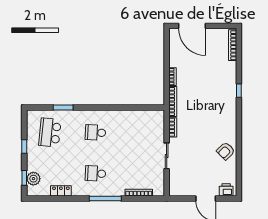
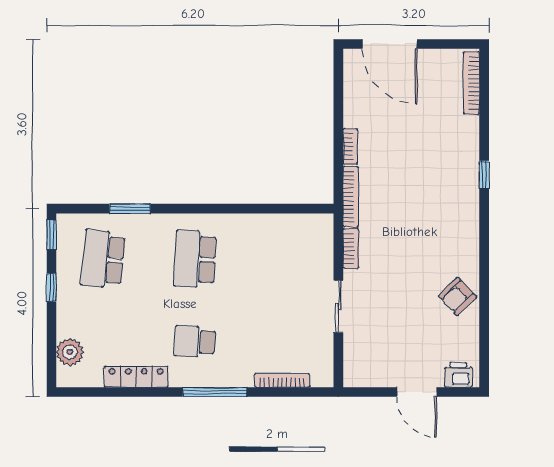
school desk: (95, 132) -> (195, 259), width x1.85
window: (24, 178) -> (51, 235), moved
locker: (61, 191) -> (136, 377), width x1.53

